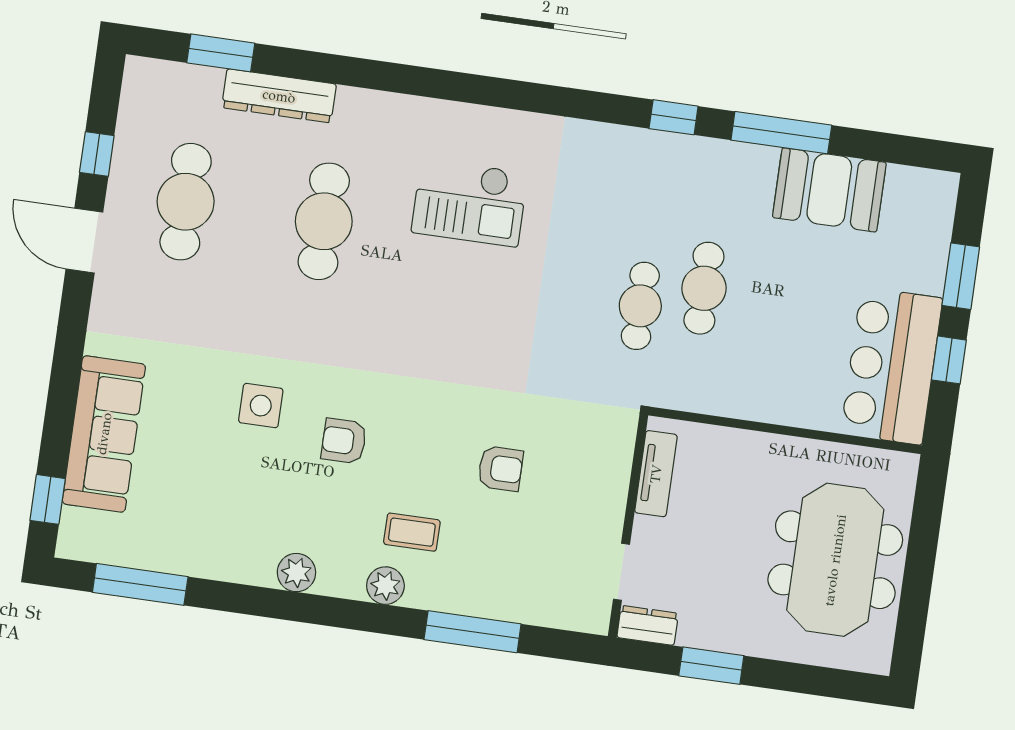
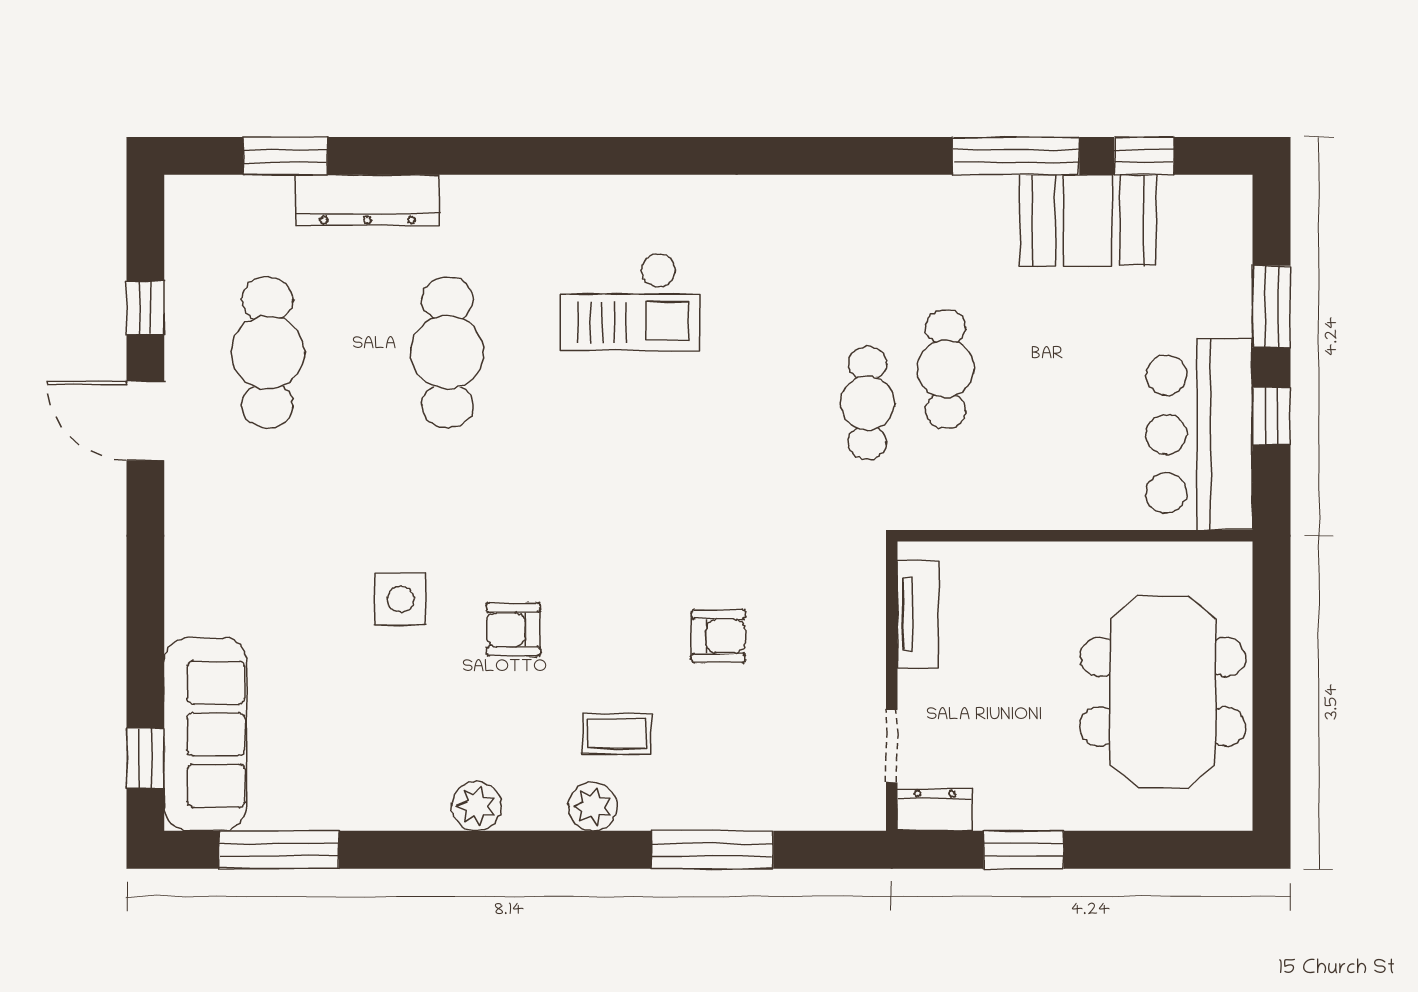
window: (674, 117) -> (1144, 156), moved
sofa: (104, 434) -> (205, 734), moved

